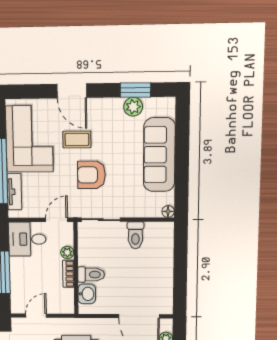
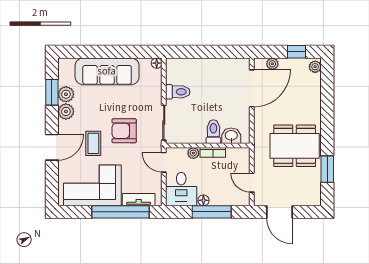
plant: (113, 107) -> (66, 111), added
armchair: (91, 175) -> (124, 131), turned 90
floor lamp: (16, 264) -> (203, 200), added

